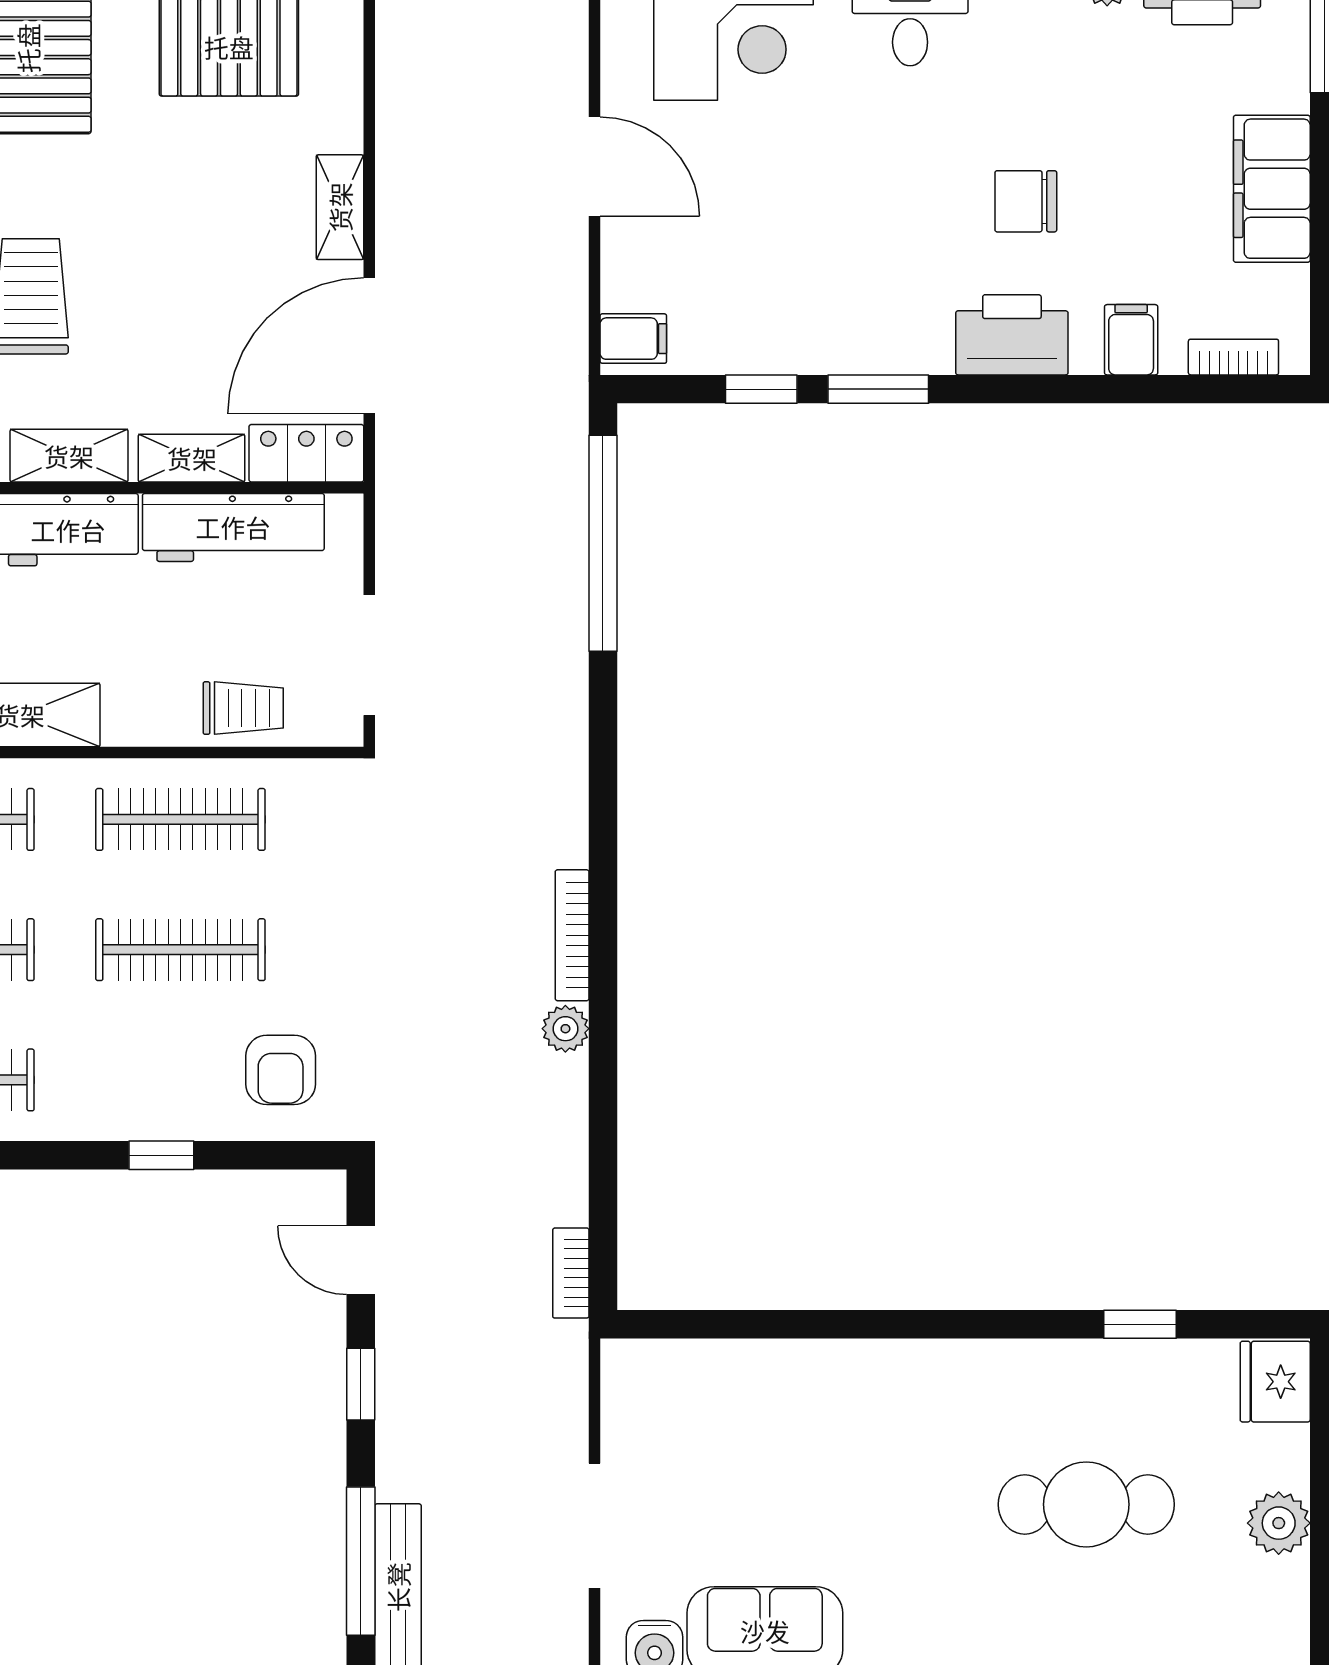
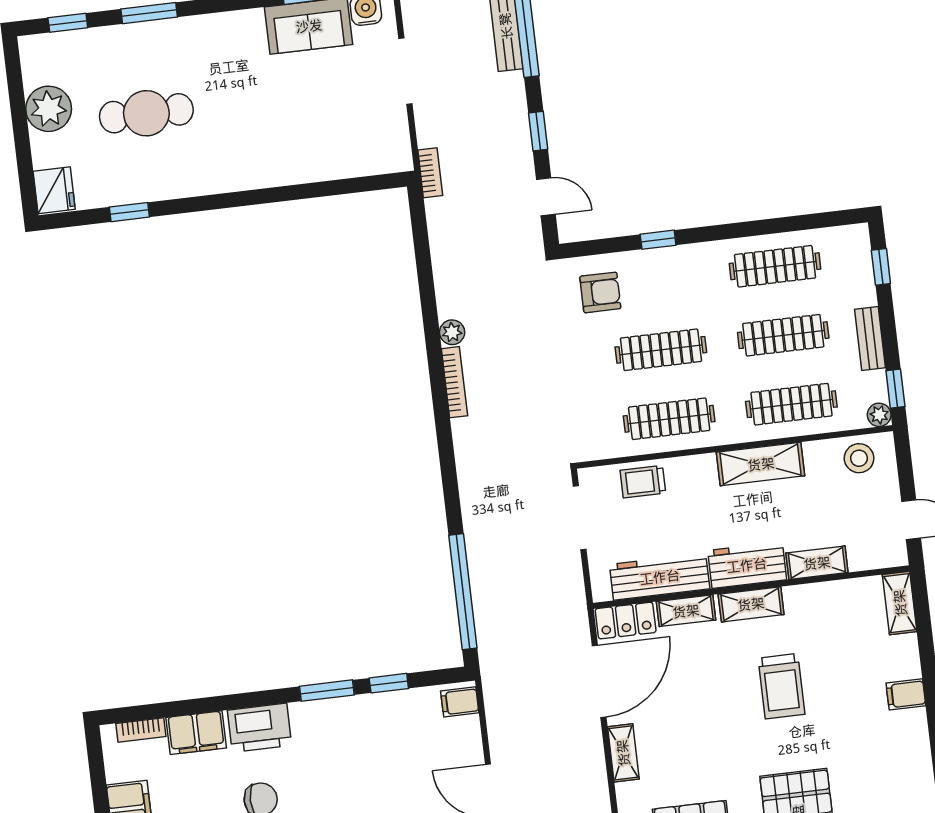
filing cabinet: (1131, 340) -> (196, 733), width x2.00
armchair: (281, 1070) -> (600, 292), turned 90
bookcase: (571, 1273) -> (430, 173), moved
plant: (1279, 1523) -> (49, 109), width x1.36, depth x1.36

